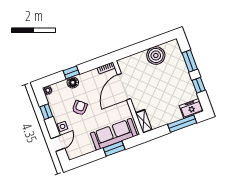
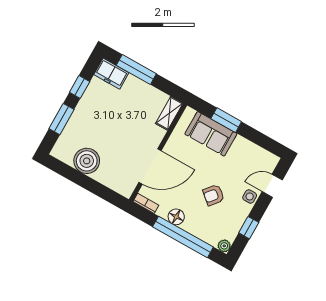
window: (71, 72) -> (183, 237), width x3.17
floor lamp: (73, 82) -> (176, 217), moved
sofa: (114, 134) -> (211, 134), width x0.73

